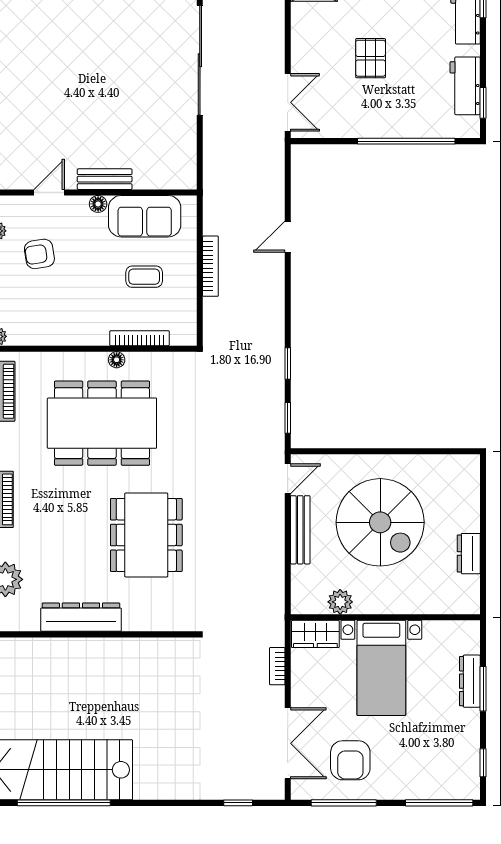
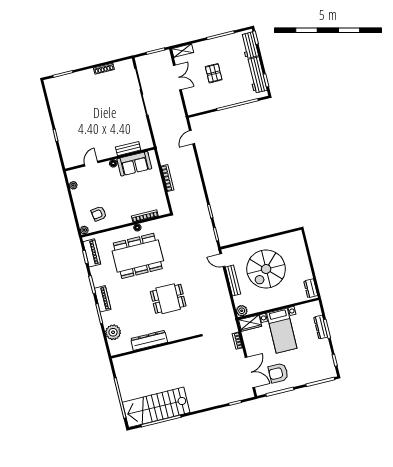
workbench: (465, 86) -> (257, 75), width x1.38
double door: (288, 102) -> (177, 77), moved
bench: (105, 179) -> (128, 149), moved
door: (288, 237) -> (192, 137), moved
armchair: (39, 254) -> (99, 214), moved
coffee table: (144, 277) -> (140, 189), removed
door: (288, 479) -> (222, 260), swing flipped
spiral stairs: (380, 522) -> (266, 269), turned 90
dining table: (146, 535) -> (168, 299), width x0.73
dresser: (469, 554) -> (311, 288), moved
plant: (340, 602) -> (242, 311), moved
armchair: (350, 760) -> (278, 373), turned 90

